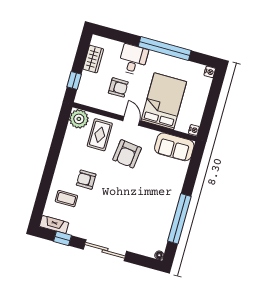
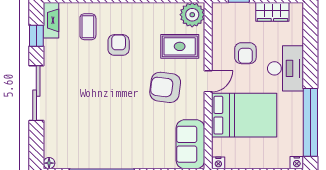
window: (165, 49) -> (310, 122), moved
desk: (133, 60) -> (286, 68), width x1.37

